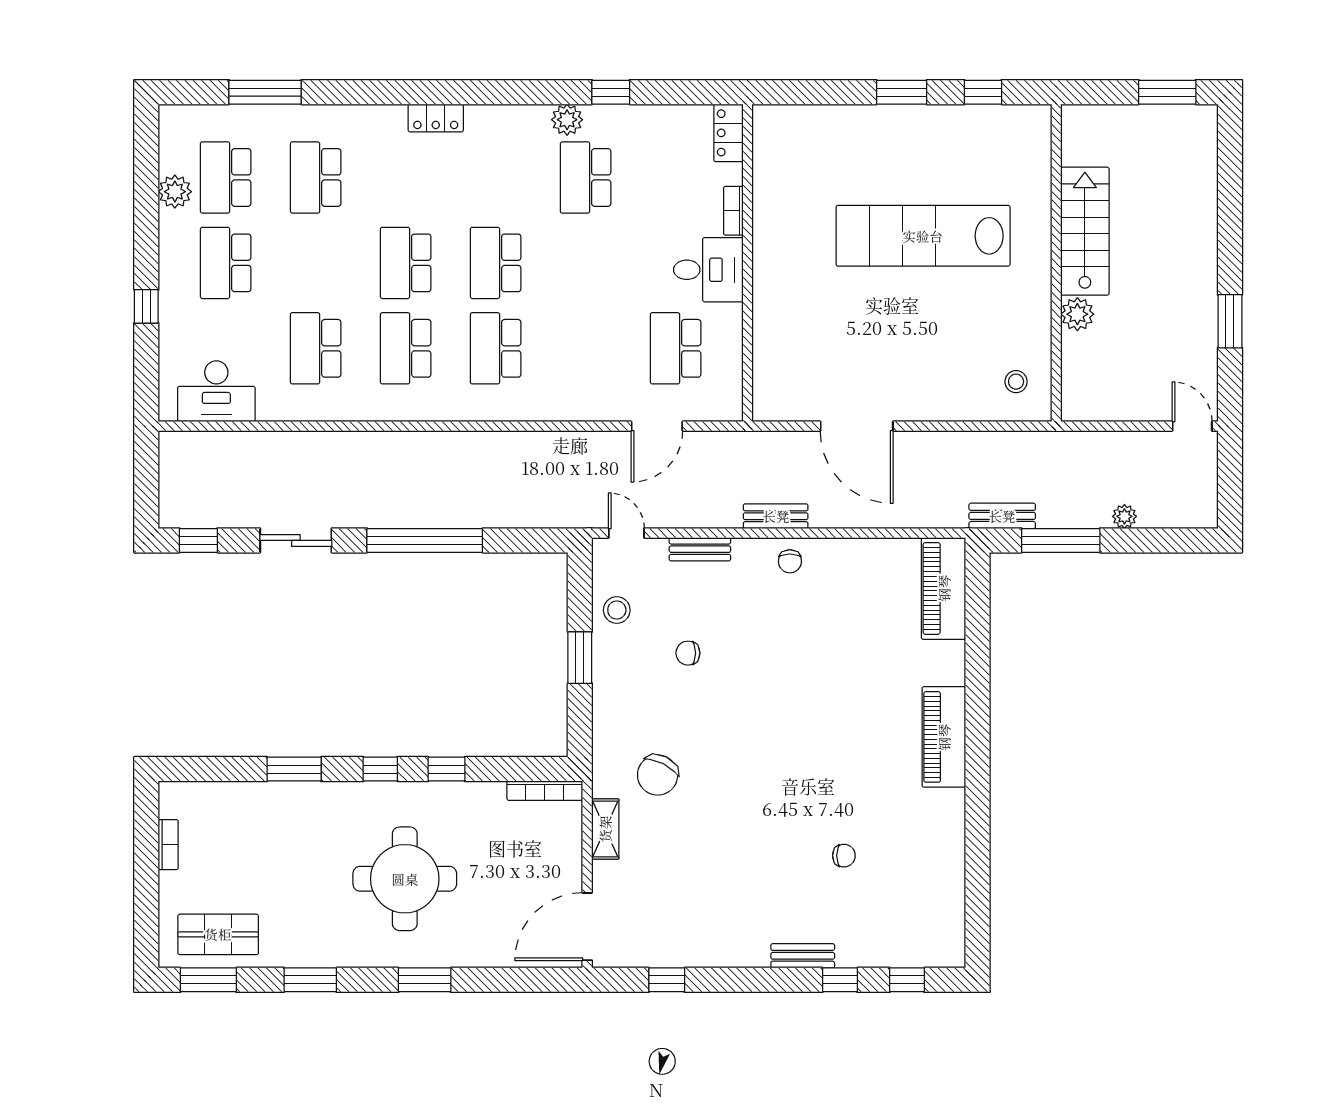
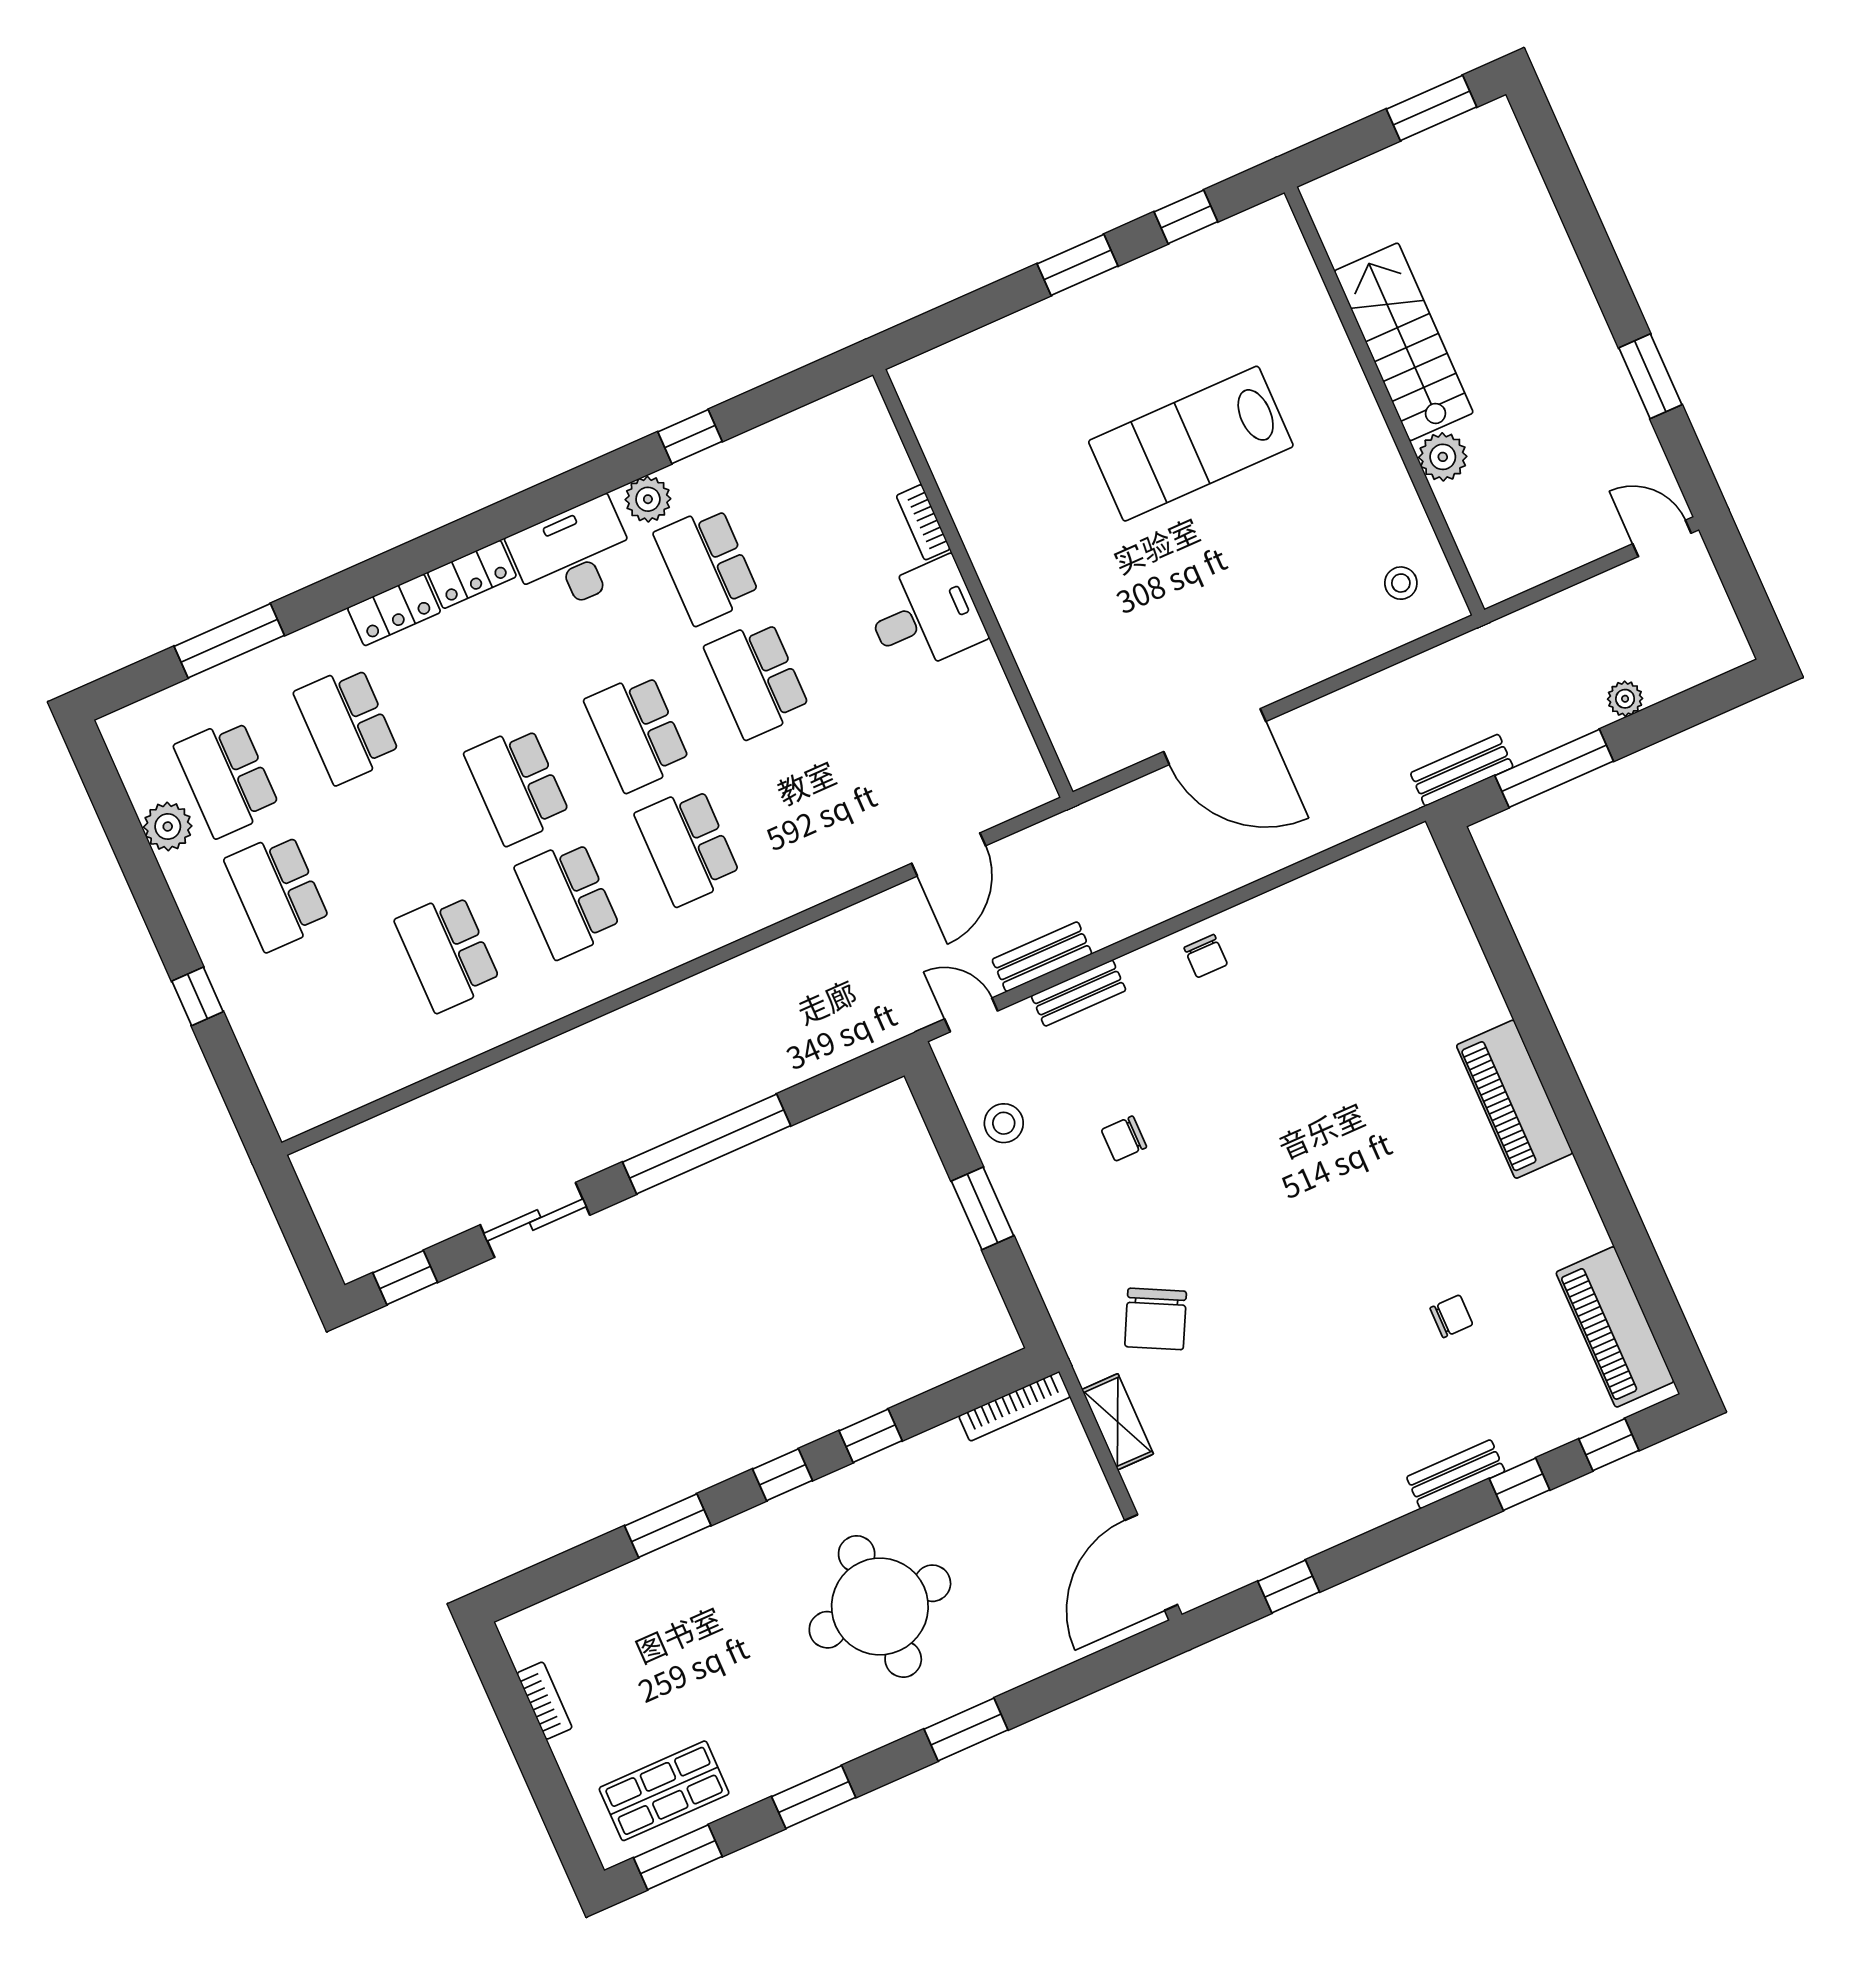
locker: (728, 133) -> (394, 610), moved, turned -90
lab bench: (923, 236) -> (1191, 444), width x0.73
school desk: (676, 348) -> (757, 679), moved
desk: (216, 391) -> (573, 556), moved, turned 180
bench: (776, 516) -> (1042, 957), moved
piano: (944, 588) -> (1615, 1327), moved

